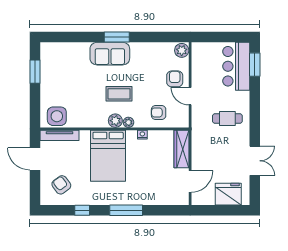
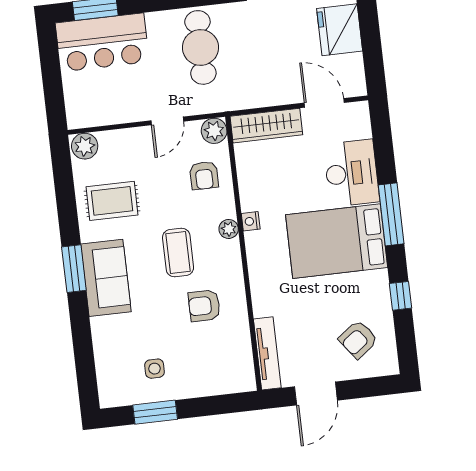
rug: (151, 62) -> (112, 201), added
armchair: (175, 79) -> (204, 306), moved
side table: (57, 116) -> (155, 369), moved, width x0.54, depth x0.54
cafe table: (227, 119) -> (200, 47), width x1.37, depth x1.35
plant: (115, 121) -> (214, 131), moved
nightstand: (142, 135) -> (251, 221), moved
bed: (108, 156) -> (337, 241), moved, turned 180
desk: (151, 192) -> (351, 173), added

